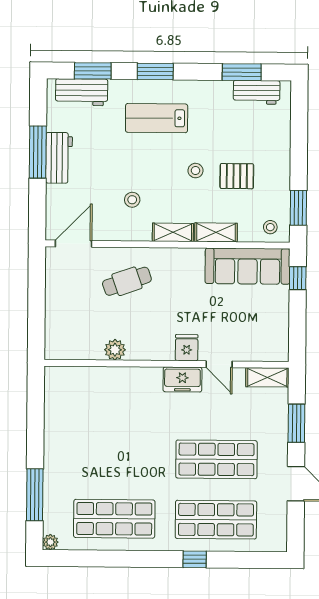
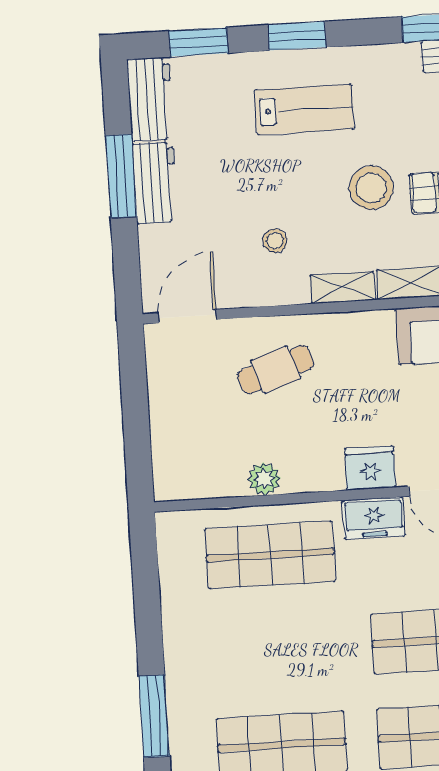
workbench: (82, 92) -> (150, 99), moved, turned -90
lab bench: (157, 118) -> (304, 109), turned 180
stool: (195, 171) -> (371, 188), width x1.89, depth x1.89
fridge: (187, 348) -> (370, 468), width x1.38
shop shelf: (115, 398) -> (270, 555), added

